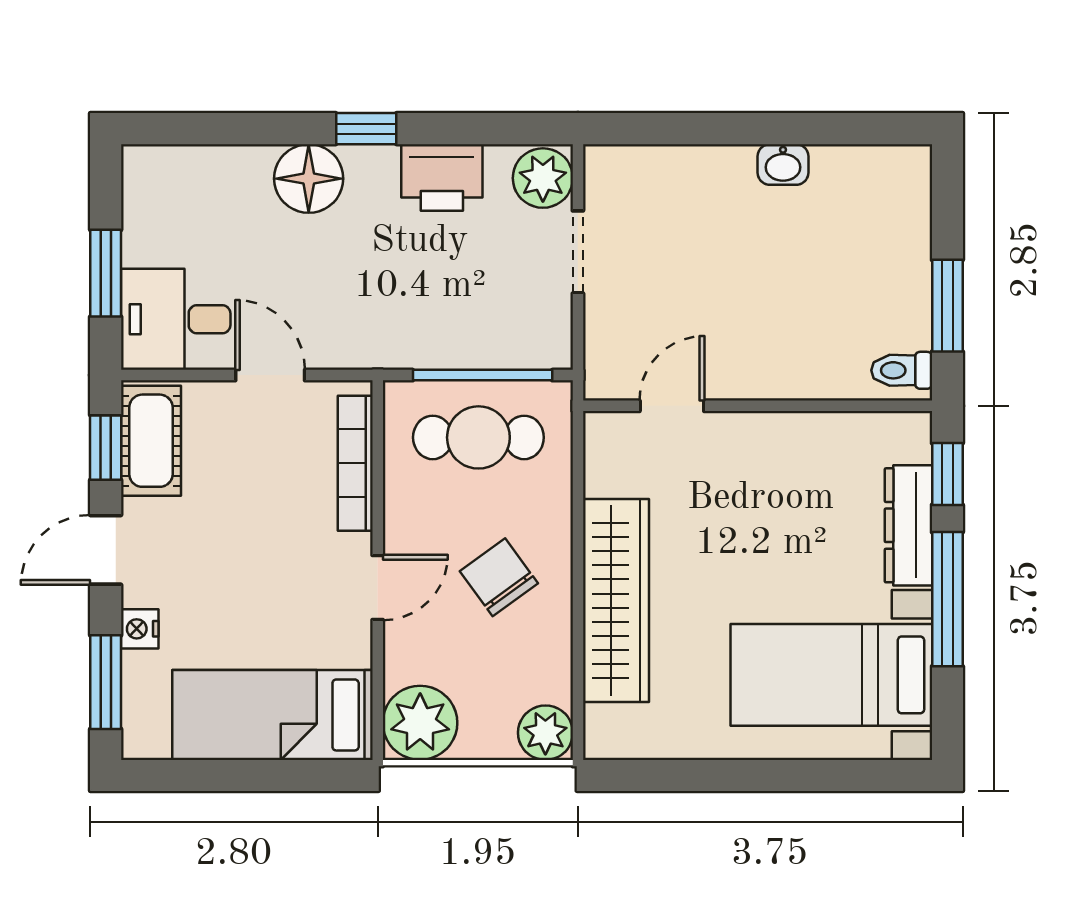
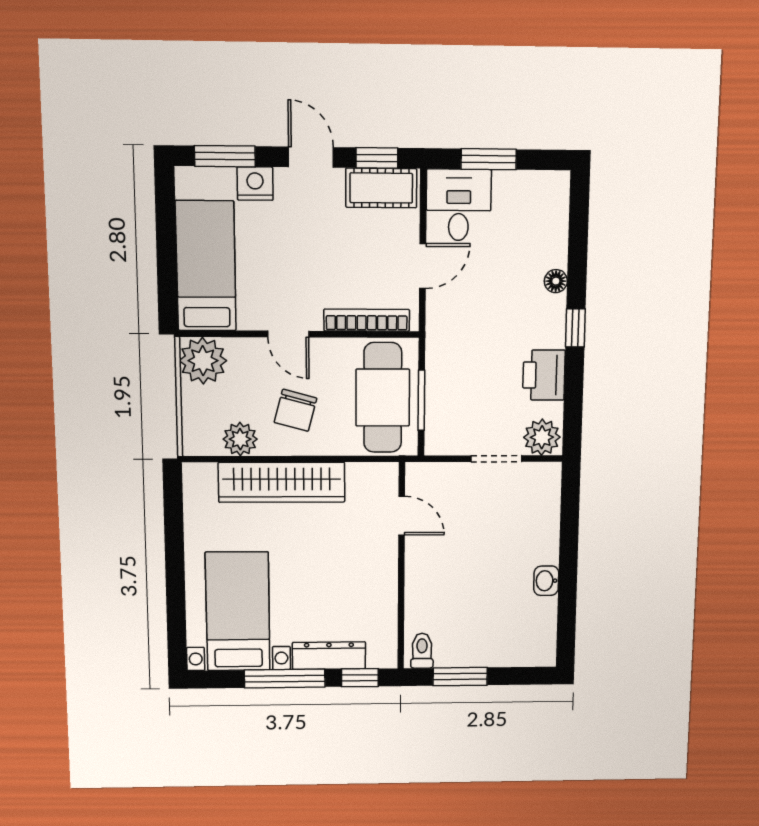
floor lamp: (309, 179) -> (556, 281), width x0.53, depth x0.53
window: (483, 375) -> (421, 400), width x0.69
cafe table: (478, 437) -> (383, 398), width x1.37, depth x1.35
chair: (499, 577) -> (295, 410), turned 141
nightstand: (140, 629) -> (255, 184), width x1.39, depth x1.35
plant: (545, 733) -> (240, 439), moved

